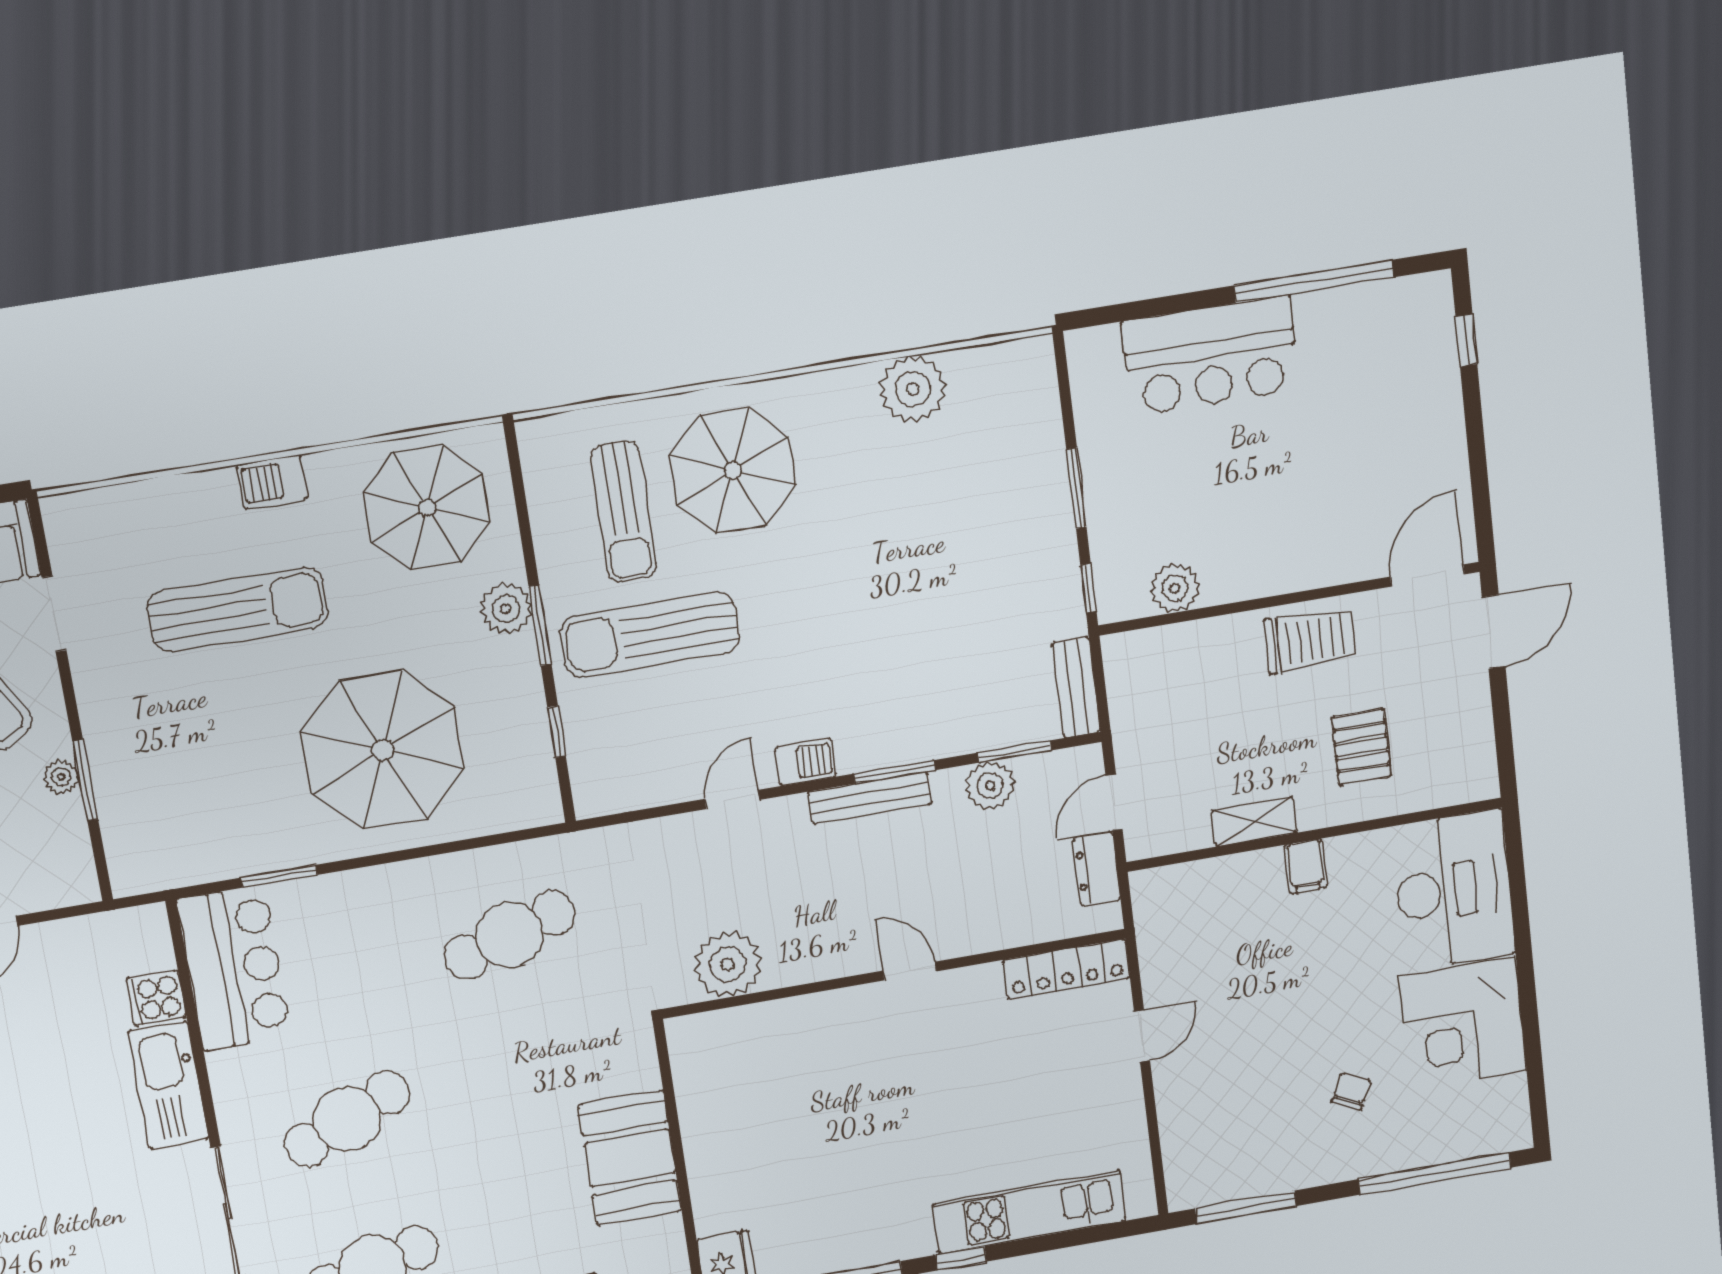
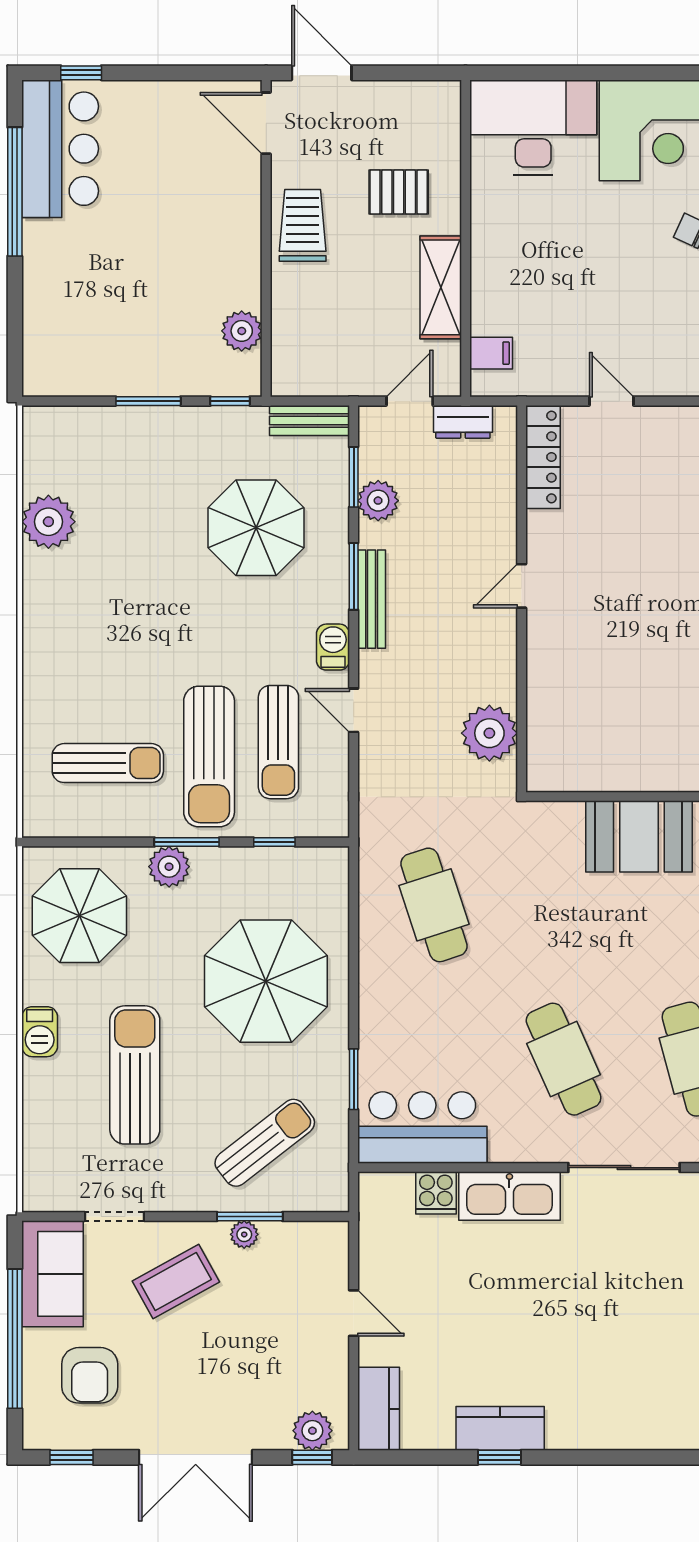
bar counter: (1210, 356) -> (60, 149), moved
parasol: (733, 471) -> (256, 528), moved
sun lounger: (680, 716) -> (278, 742), added
sun lounger: (181, 783) -> (265, 1143), added
door: (1114, 802) -> (410, 401), swing flipped
shelving: (1254, 822) -> (441, 287), width x1.50, depth x1.33
filing cabinet: (1306, 866) -> (491, 353), moved

